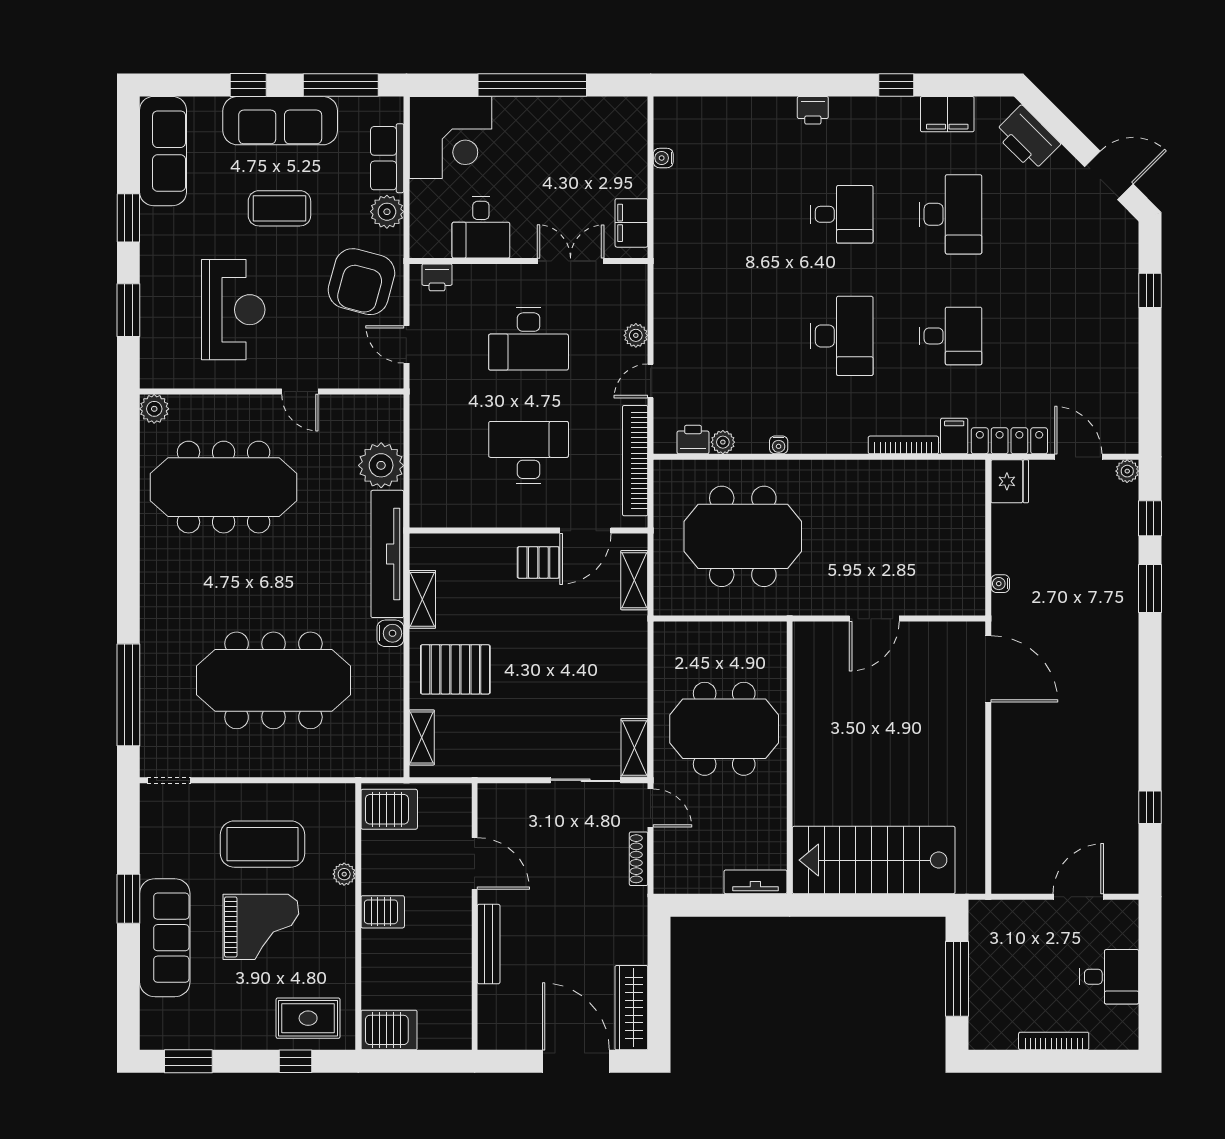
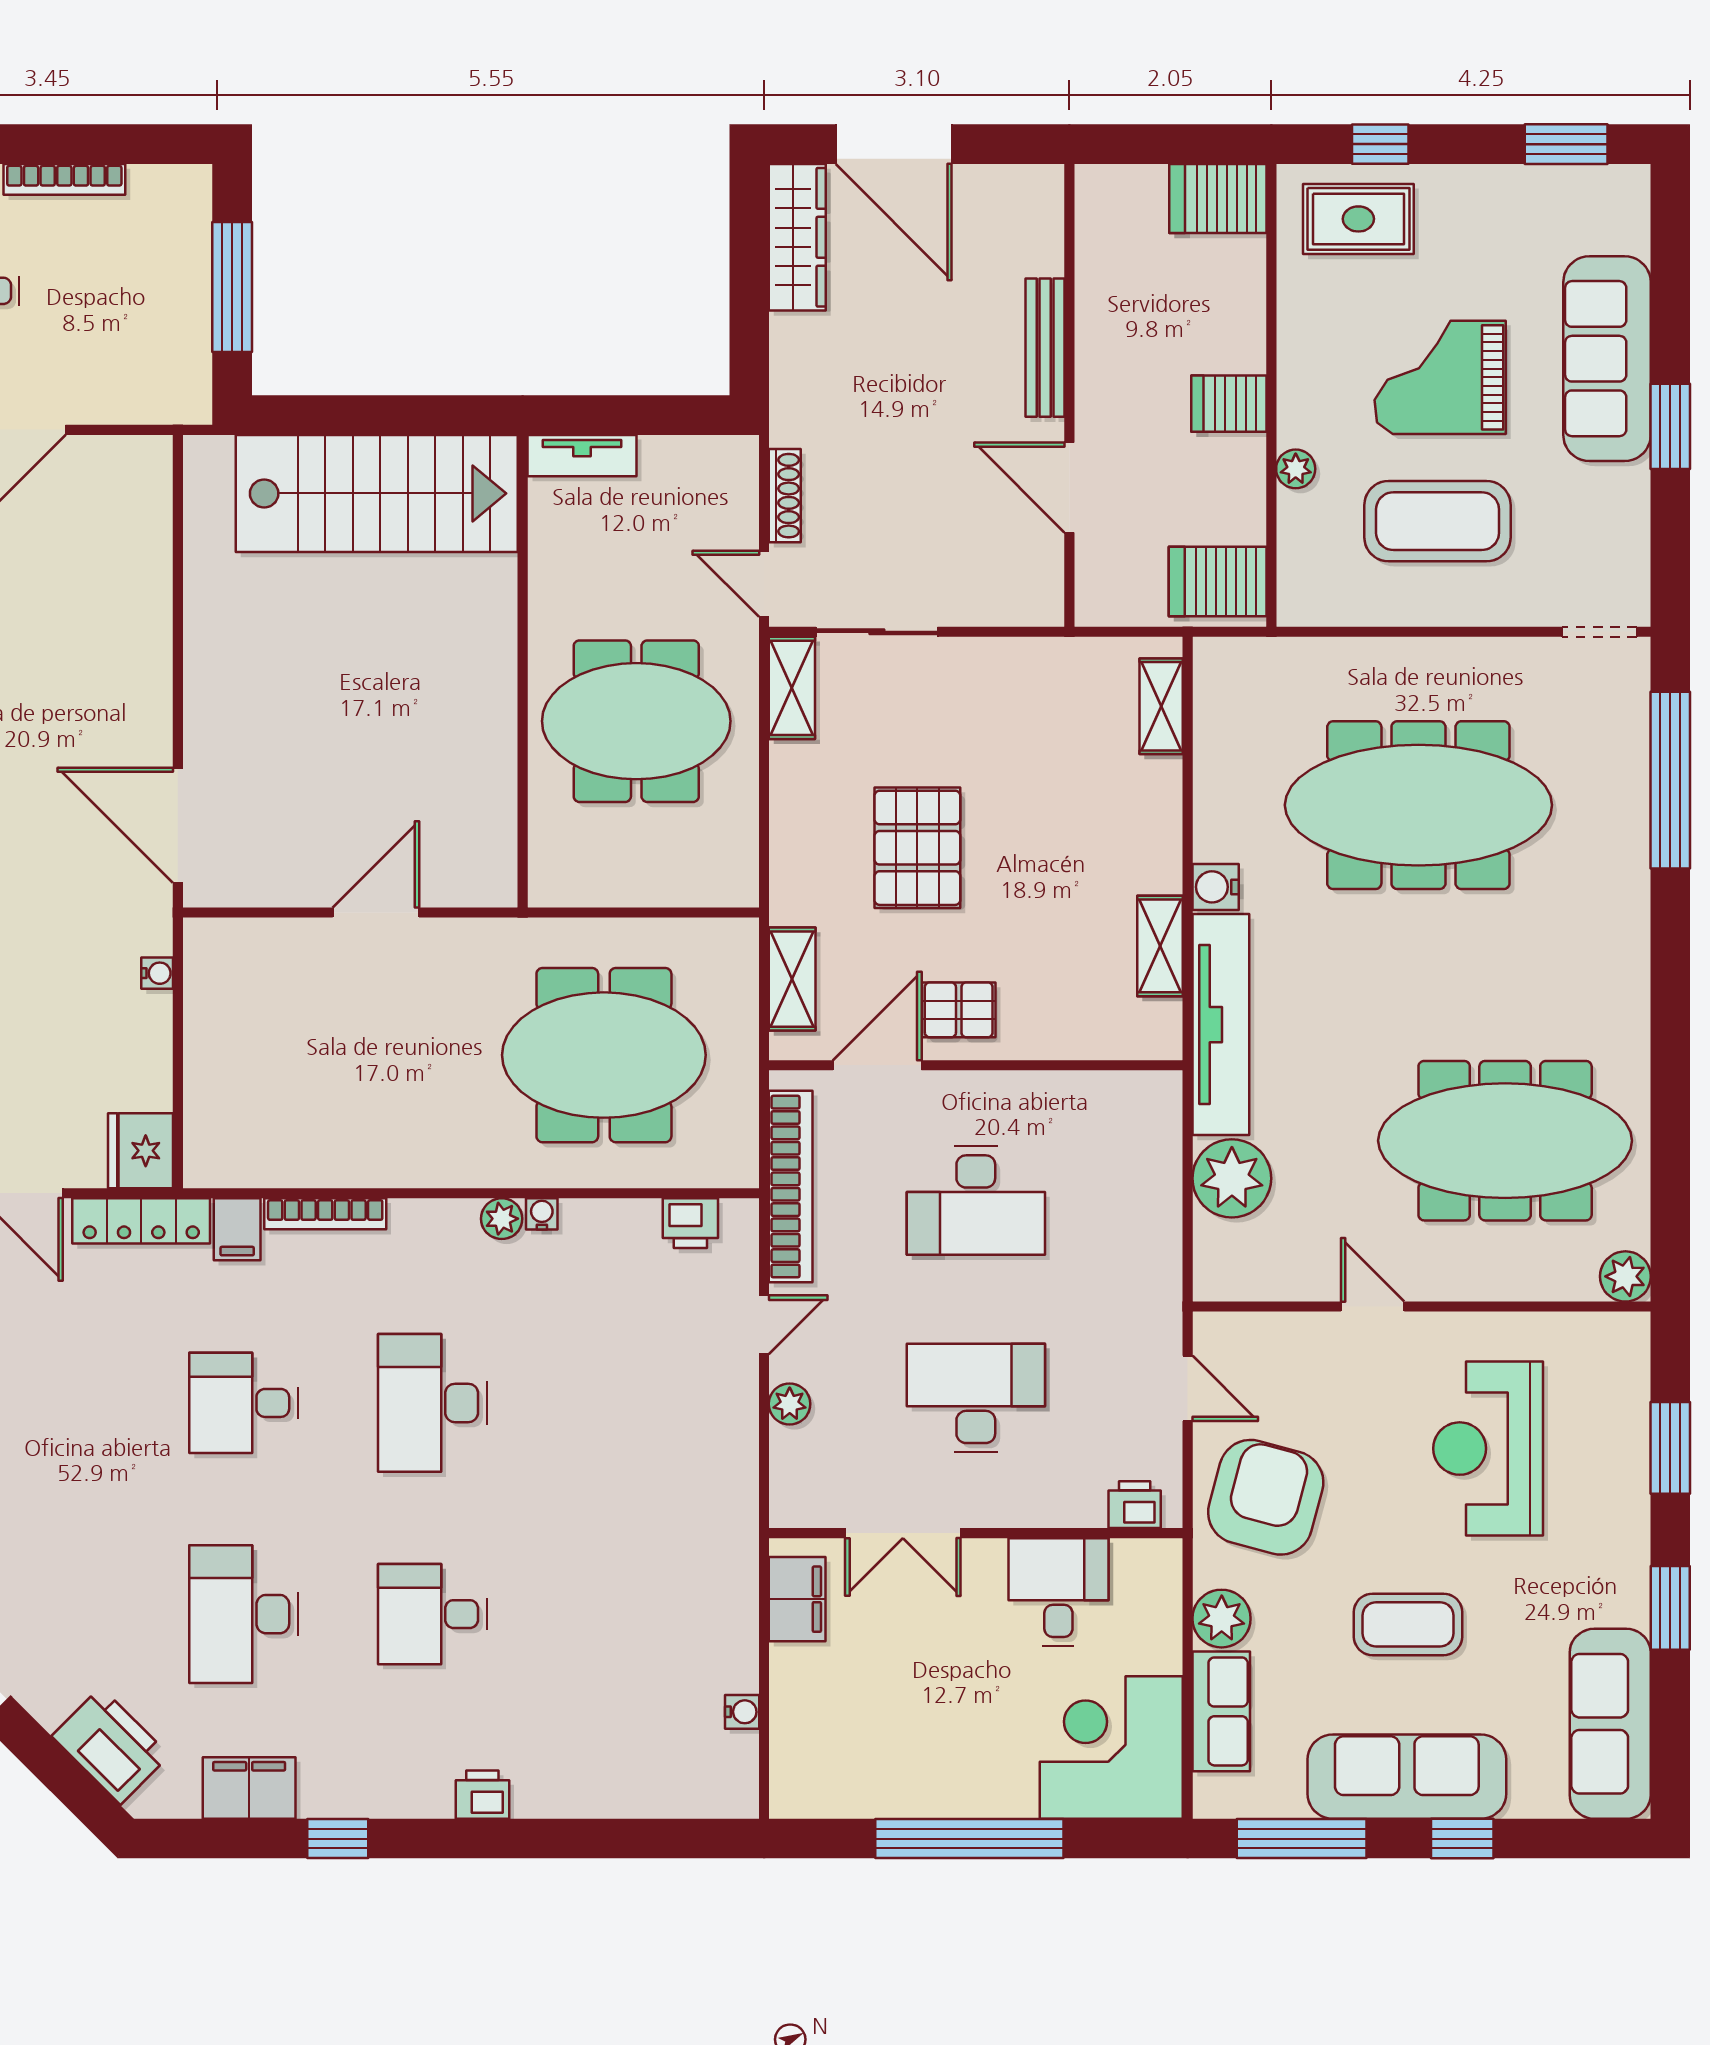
plant: (723, 442) -> (502, 1219), moved
pallet: (455, 669) -> (917, 848), moved, turned 90

